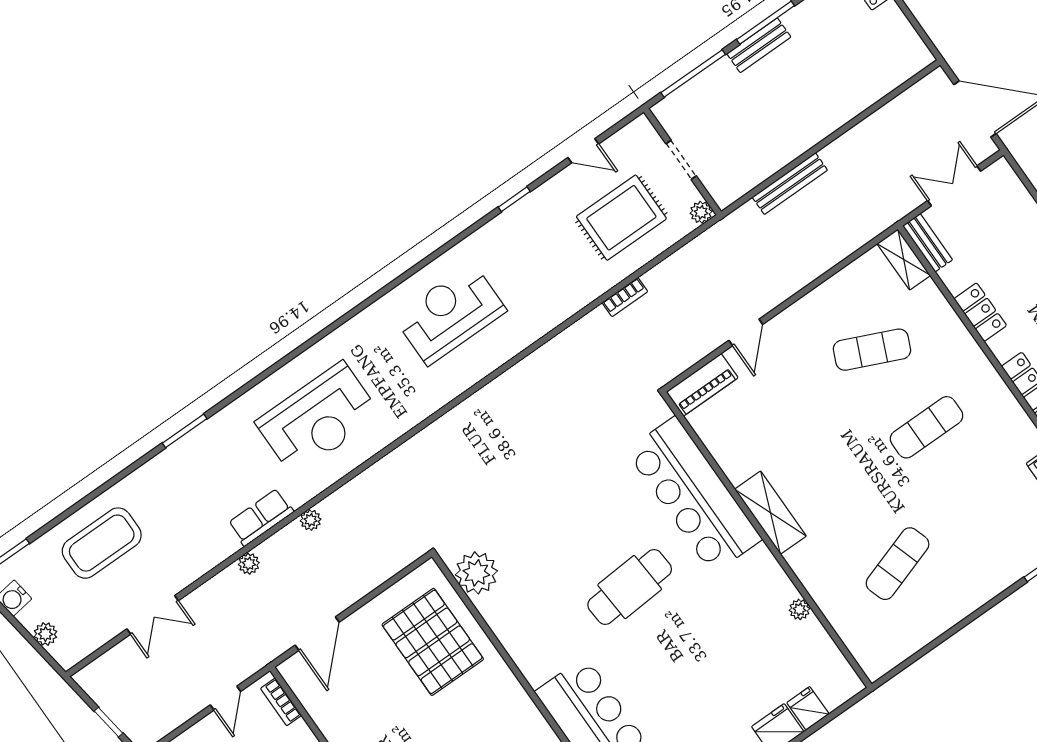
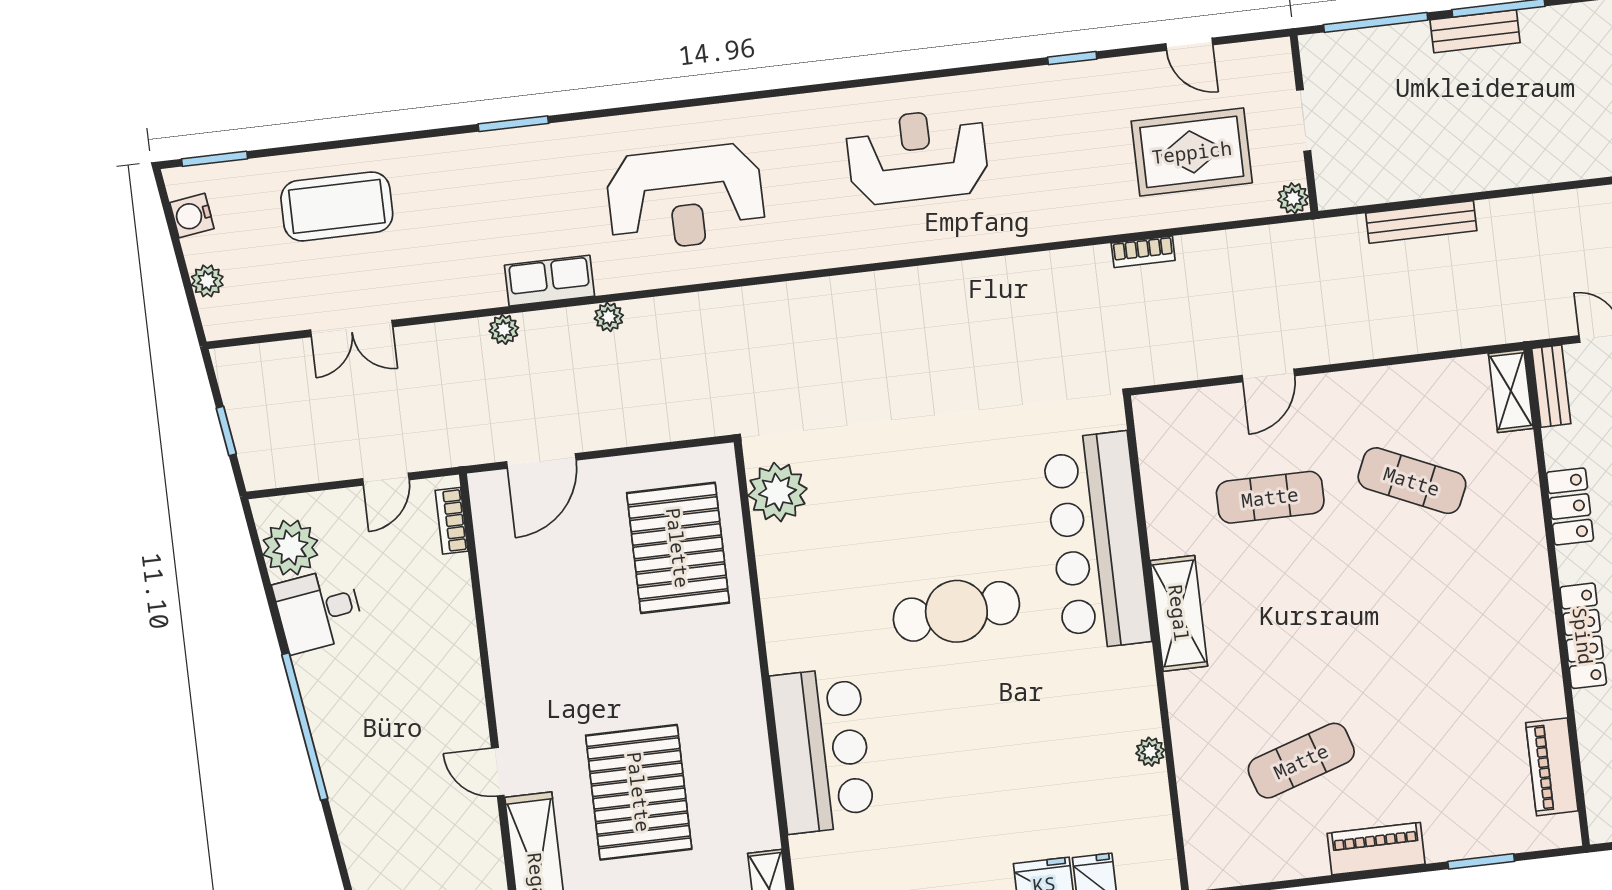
piano: (702, 385) -> (1376, 849), moved, turned 180
exercise mat: (927, 427) -> (1270, 497), moved

